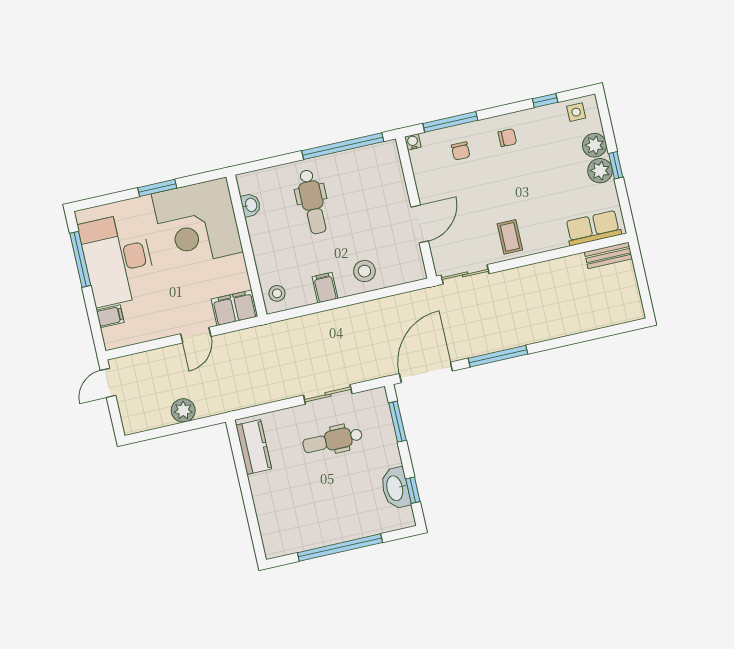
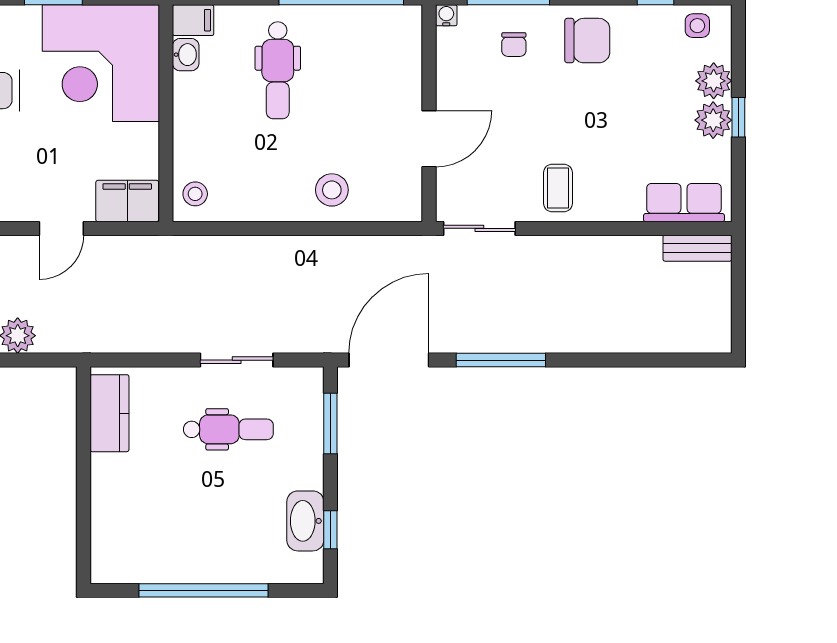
chair: (507, 138) -> (587, 41), width x1.87, depth x1.87
filing cabinet: (325, 288) -> (193, 20), moved, turned 90
dental chair: (333, 440) -> (228, 429), turned 180

